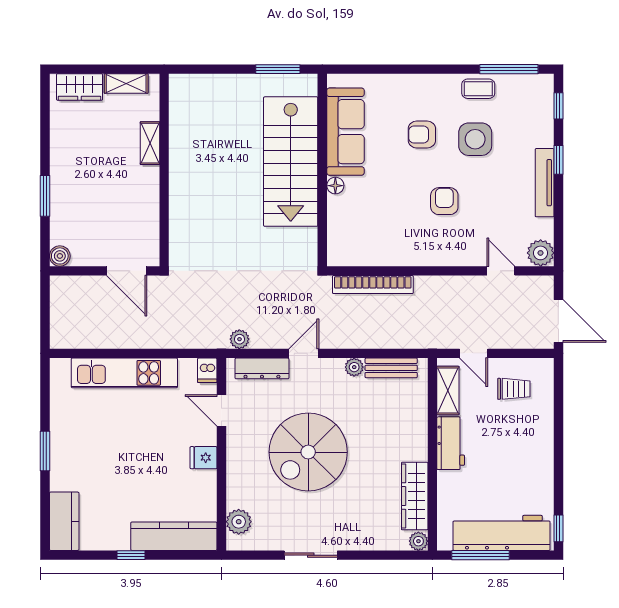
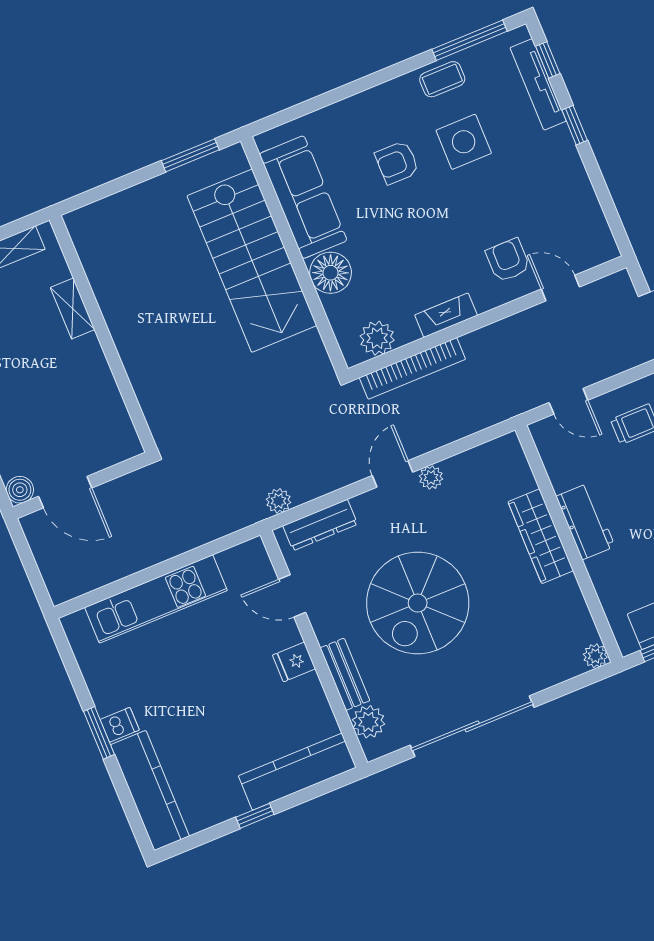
tv unit: (545, 183) -> (538, 84), moved
floor lamp: (335, 186) -> (331, 273), width x1.89, depth x1.89
armchair: (444, 201) -> (508, 260), moved
plant: (541, 253) -> (377, 338), moved
fireplace: (412, 257) -> (446, 315), added
door: (127, 271) -> (65, 492), moved
door: (304, 353) -> (393, 474), moved
bench: (391, 368) -> (345, 674), moved, turned 90
dishwasher: (207, 370) -> (120, 725), moved, turned -90
shelving: (448, 391) -> (556, 459), removed
wardrobe: (415, 496) -> (541, 536), moved
kitchen counter: (64, 521) -> (150, 791), width x1.50
sliding door: (311, 555) -> (472, 726), width x1.86

